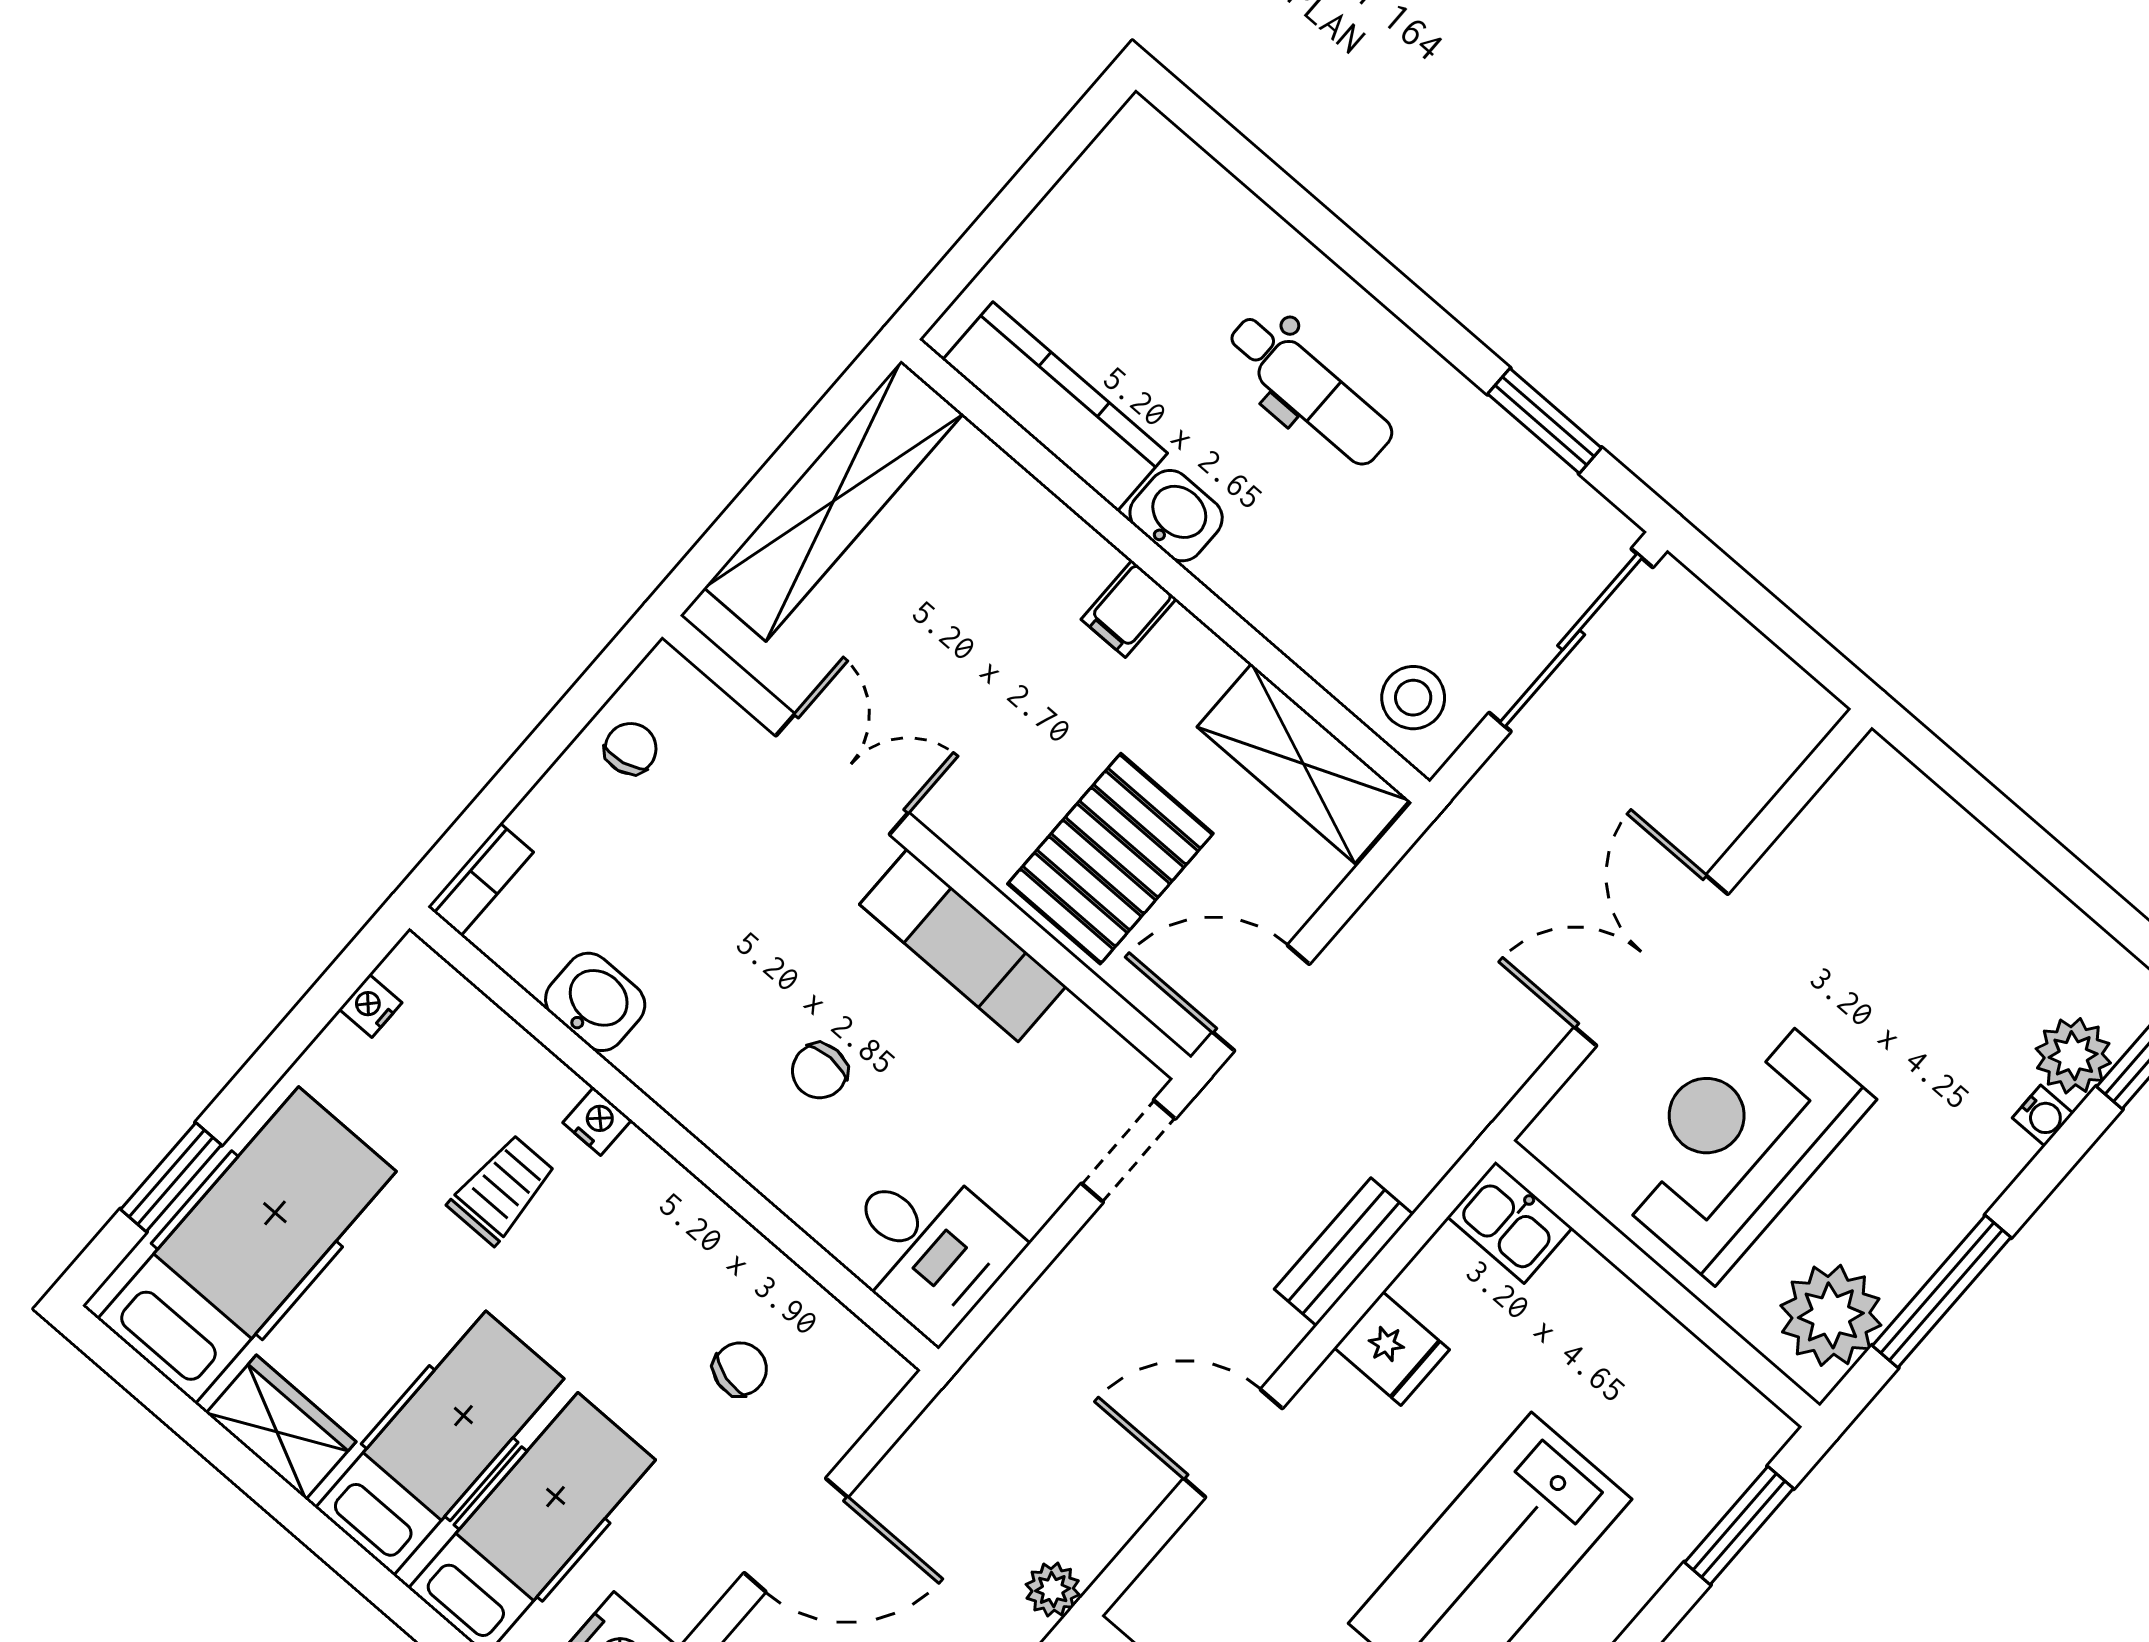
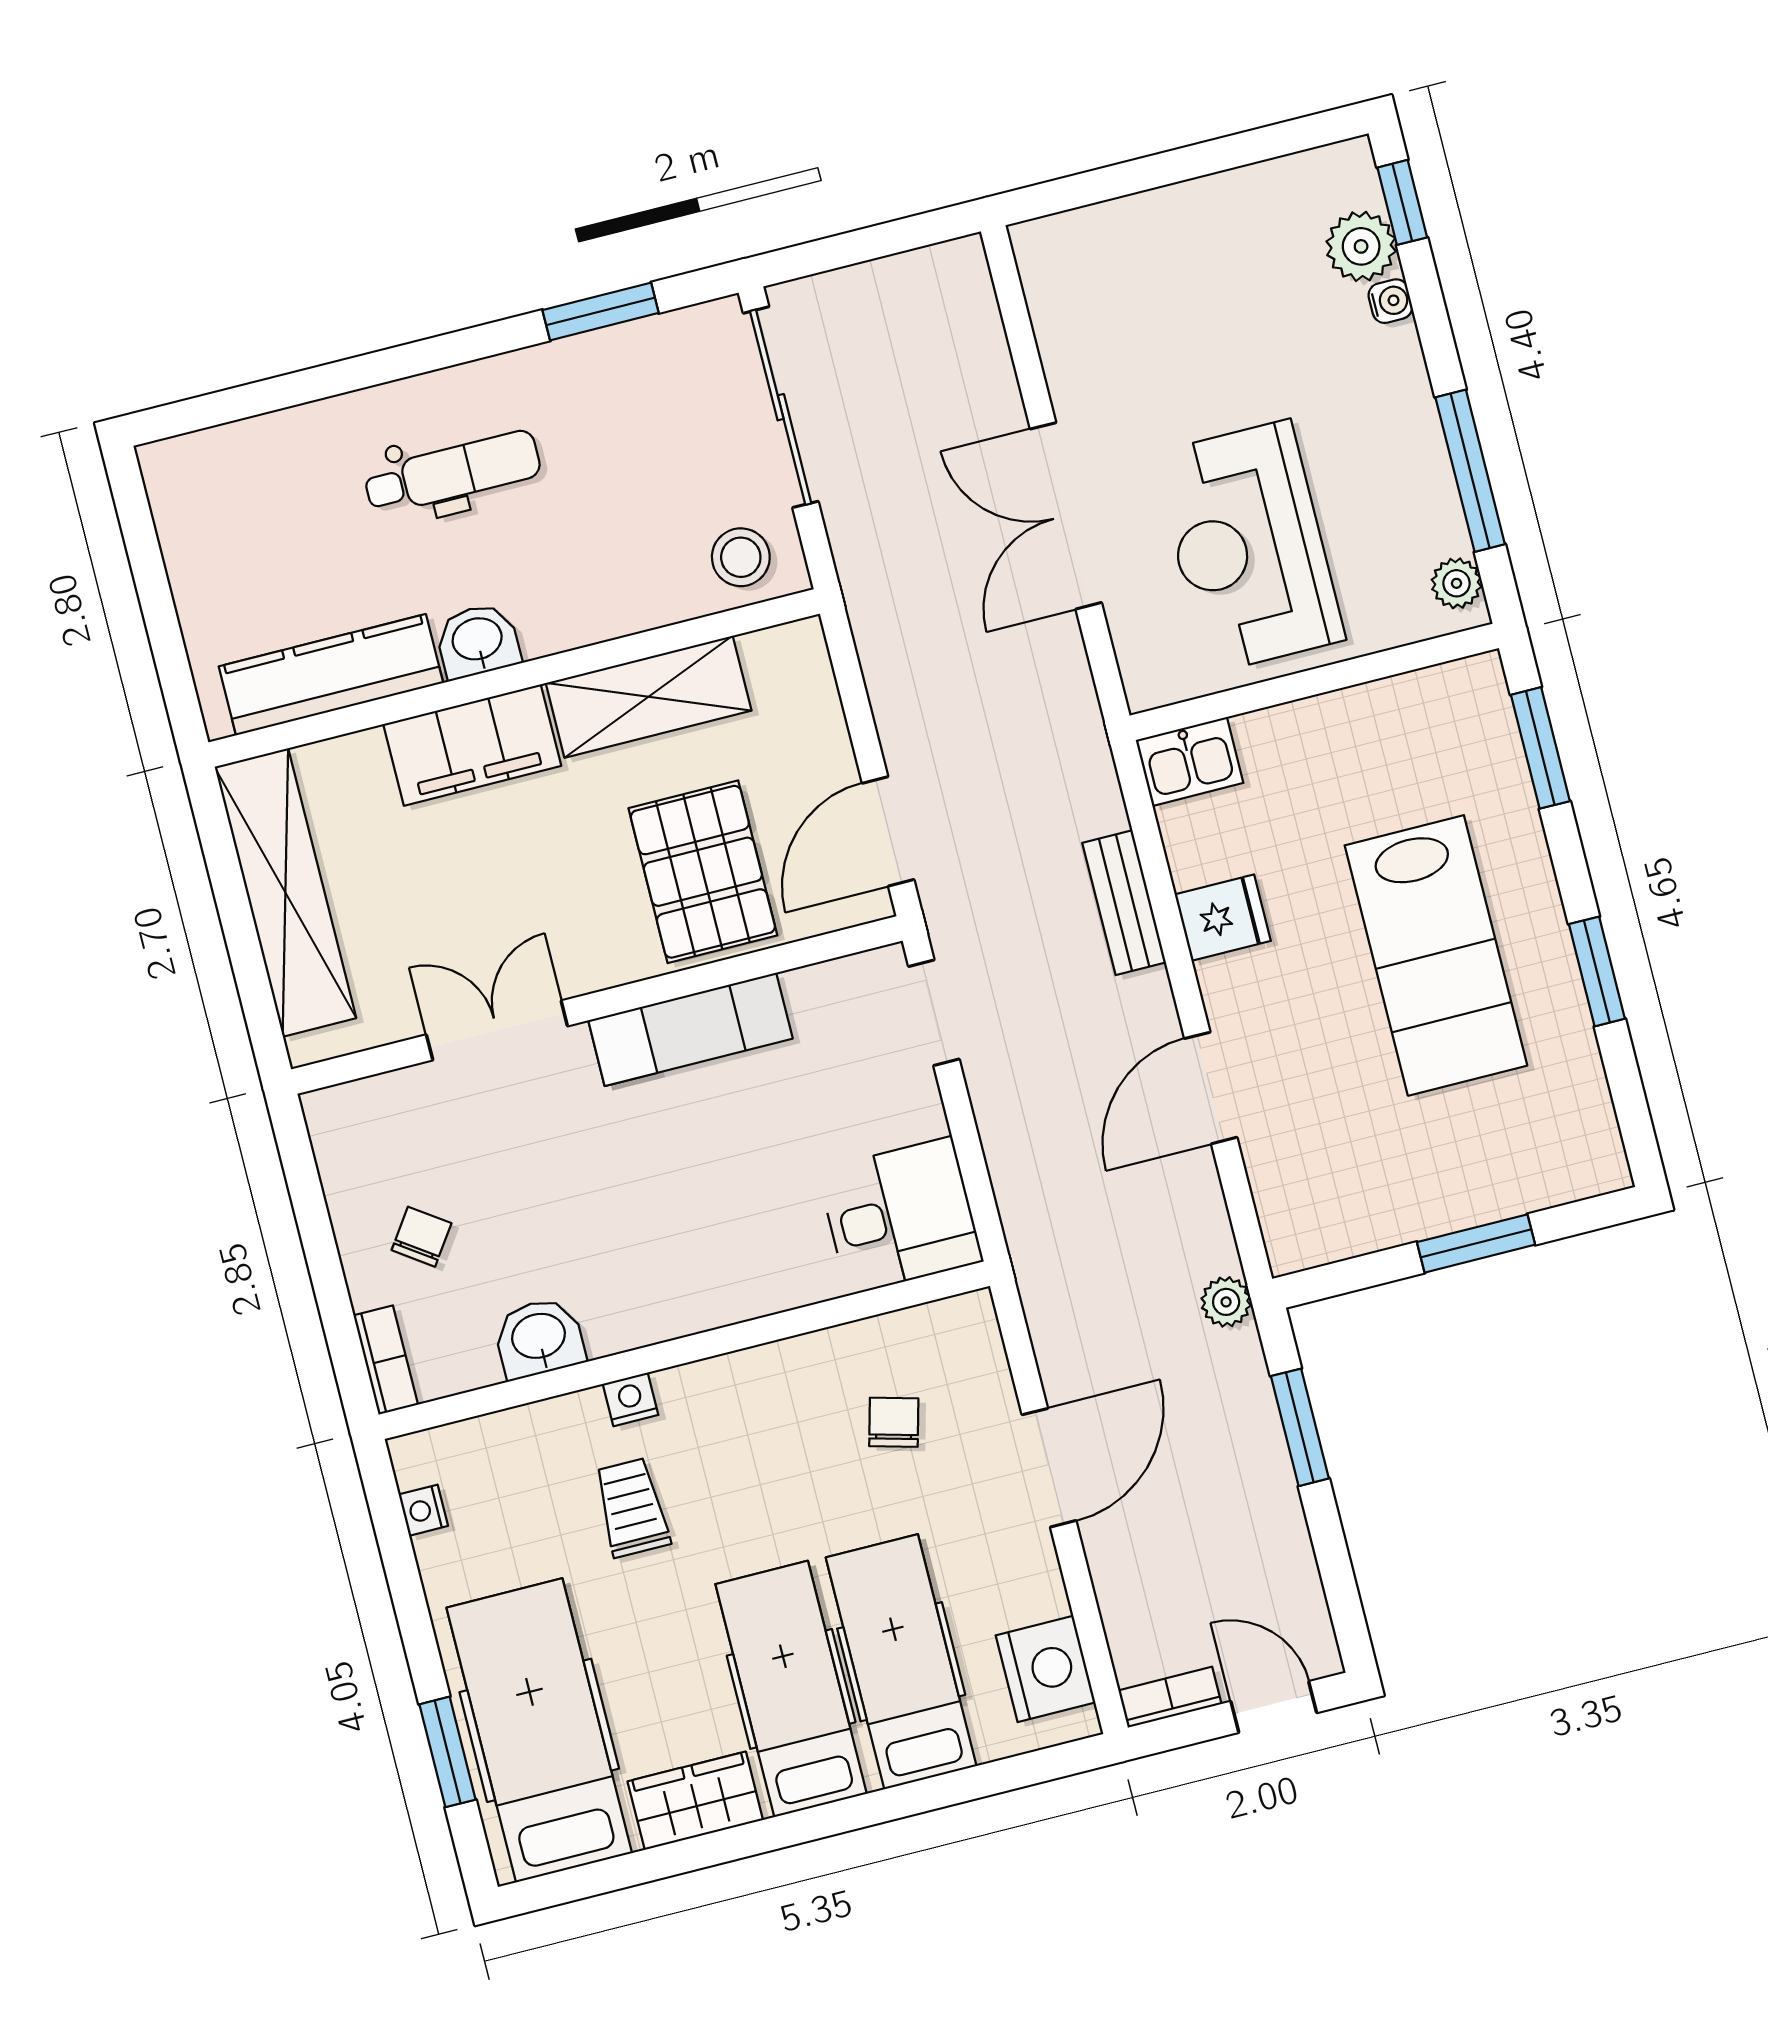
filing cabinet: (1129, 609) -> (472, 745), width x3.00, depth x1.17
chair: (631, 749) -> (421, 1237), moved, turned 47
shelving: (1303, 764) -> (649, 697), moved
chair: (820, 1071) -> (710, 1204), removed
plant: (1831, 1315) -> (1457, 583), width x0.53, depth x0.53

